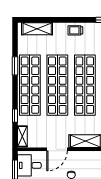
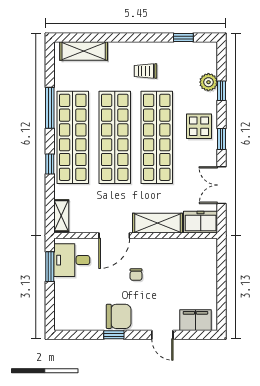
trolley: (75, 30) -> (145, 71), moved
window: (15, 66) -> (50, 108), width x1.44
window: (15, 116) -> (50, 164), moved

